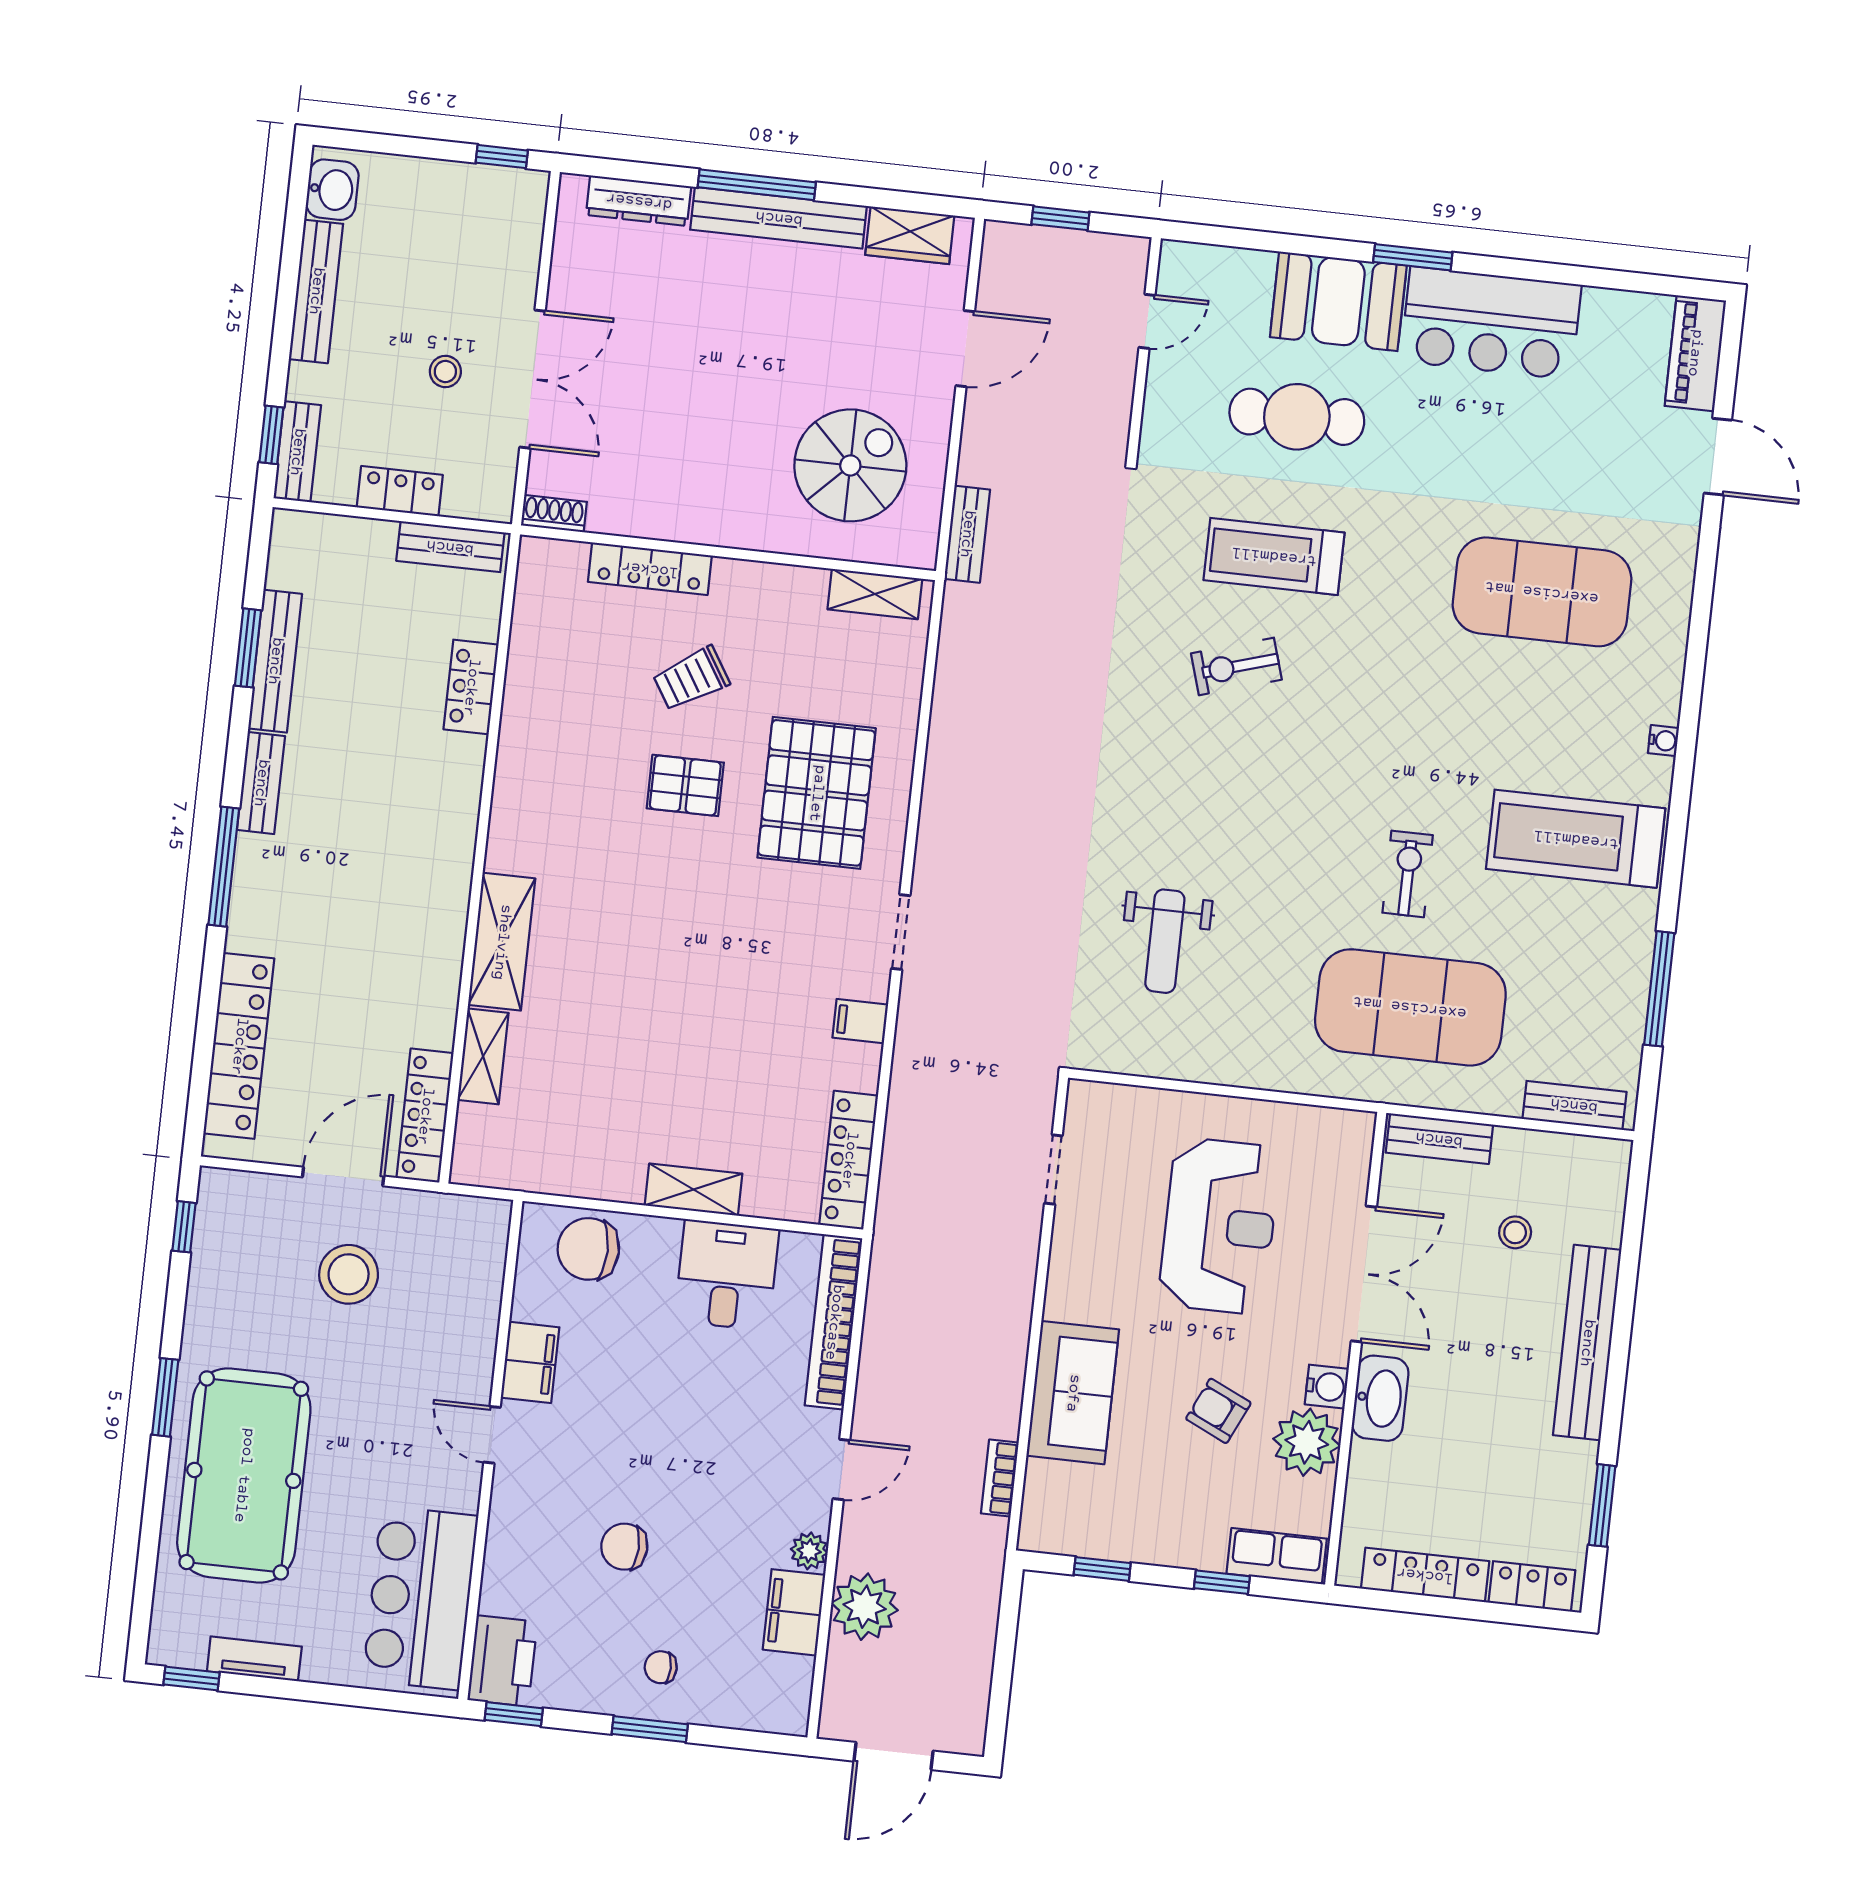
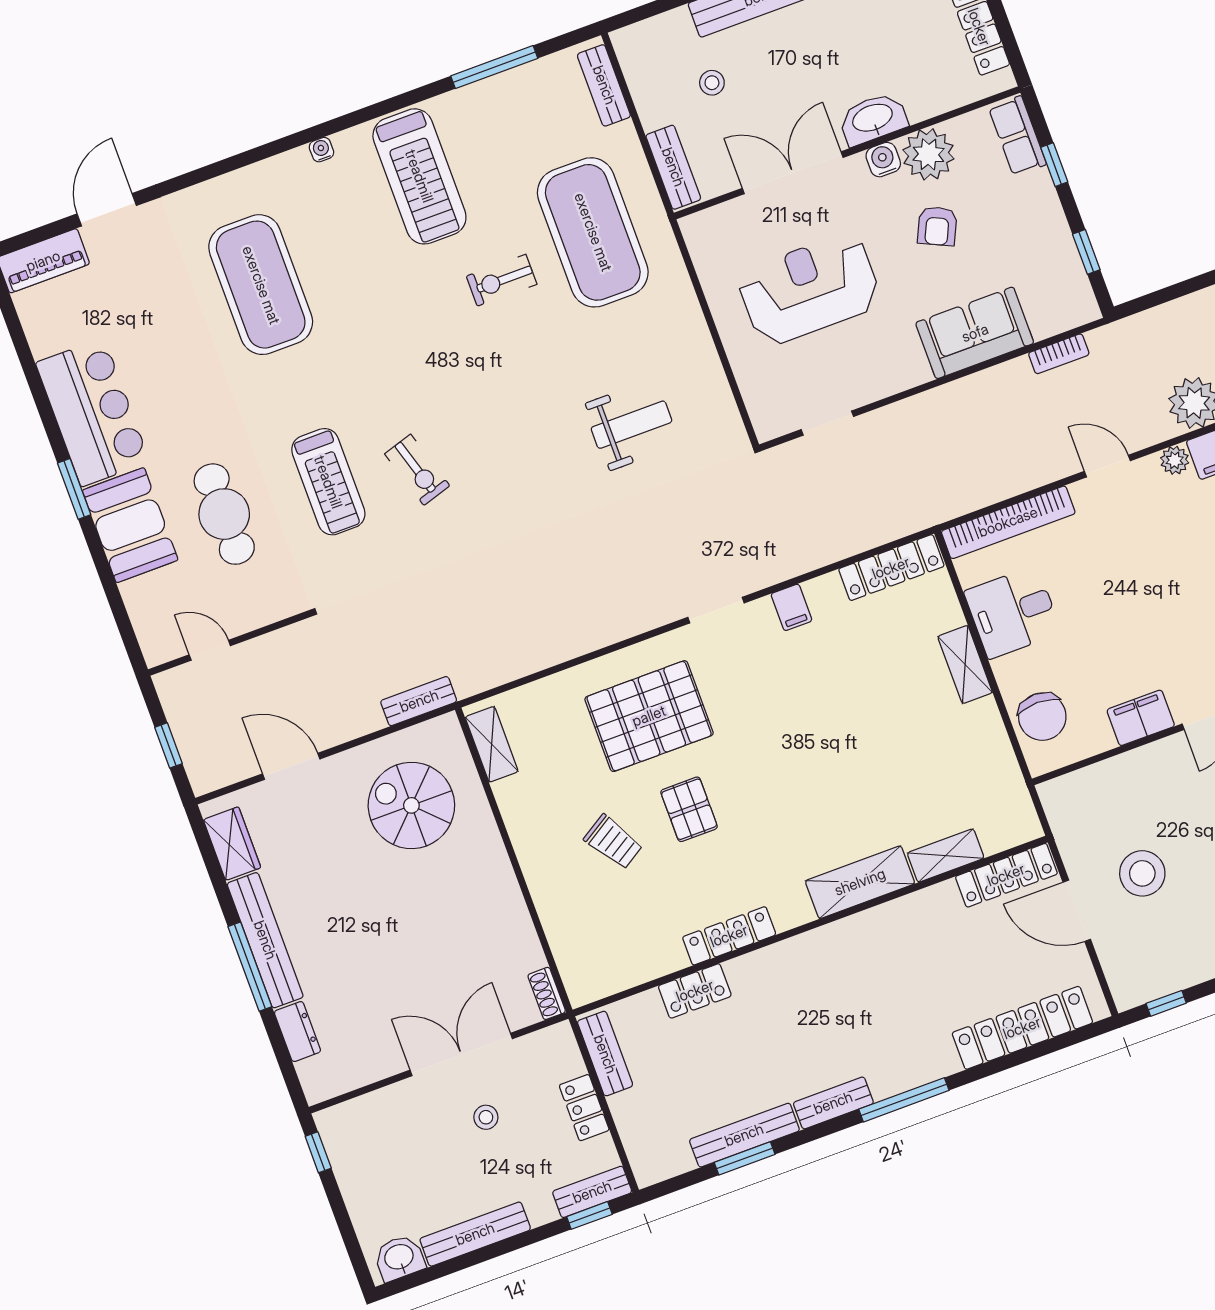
dresser: (639, 201) -> (297, 1032), width x0.70
locker: (650, 569) -> (729, 936), moved, turned -90

